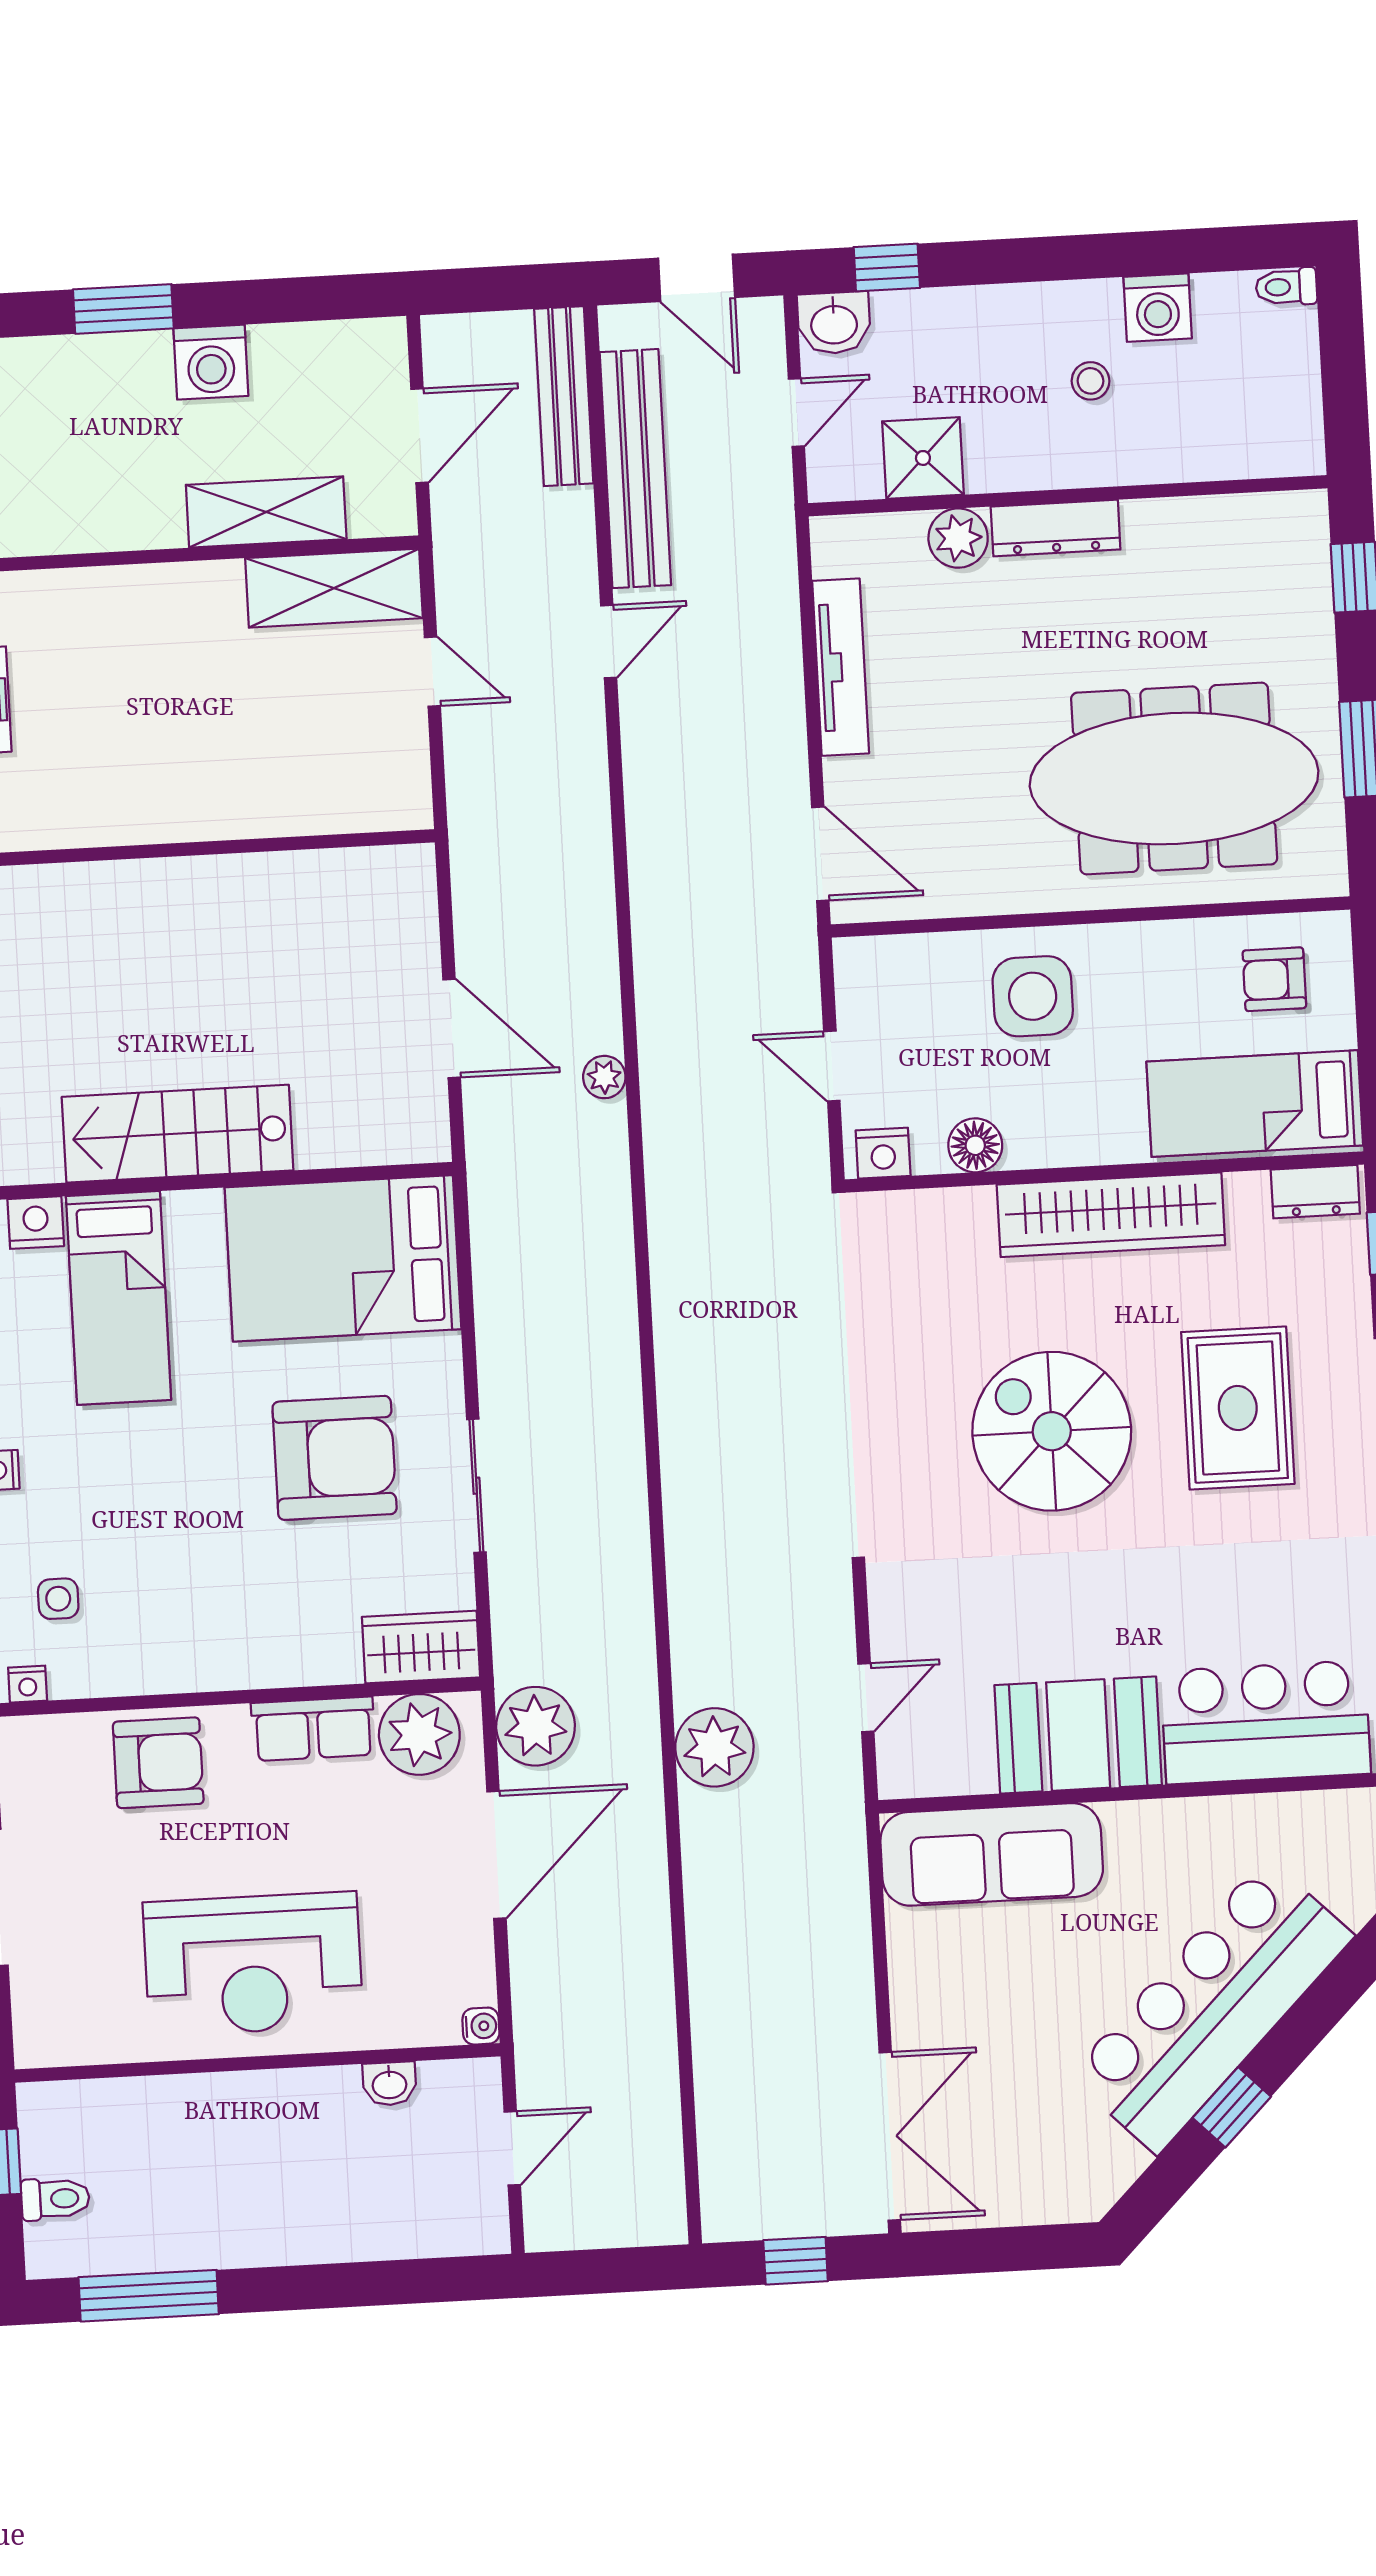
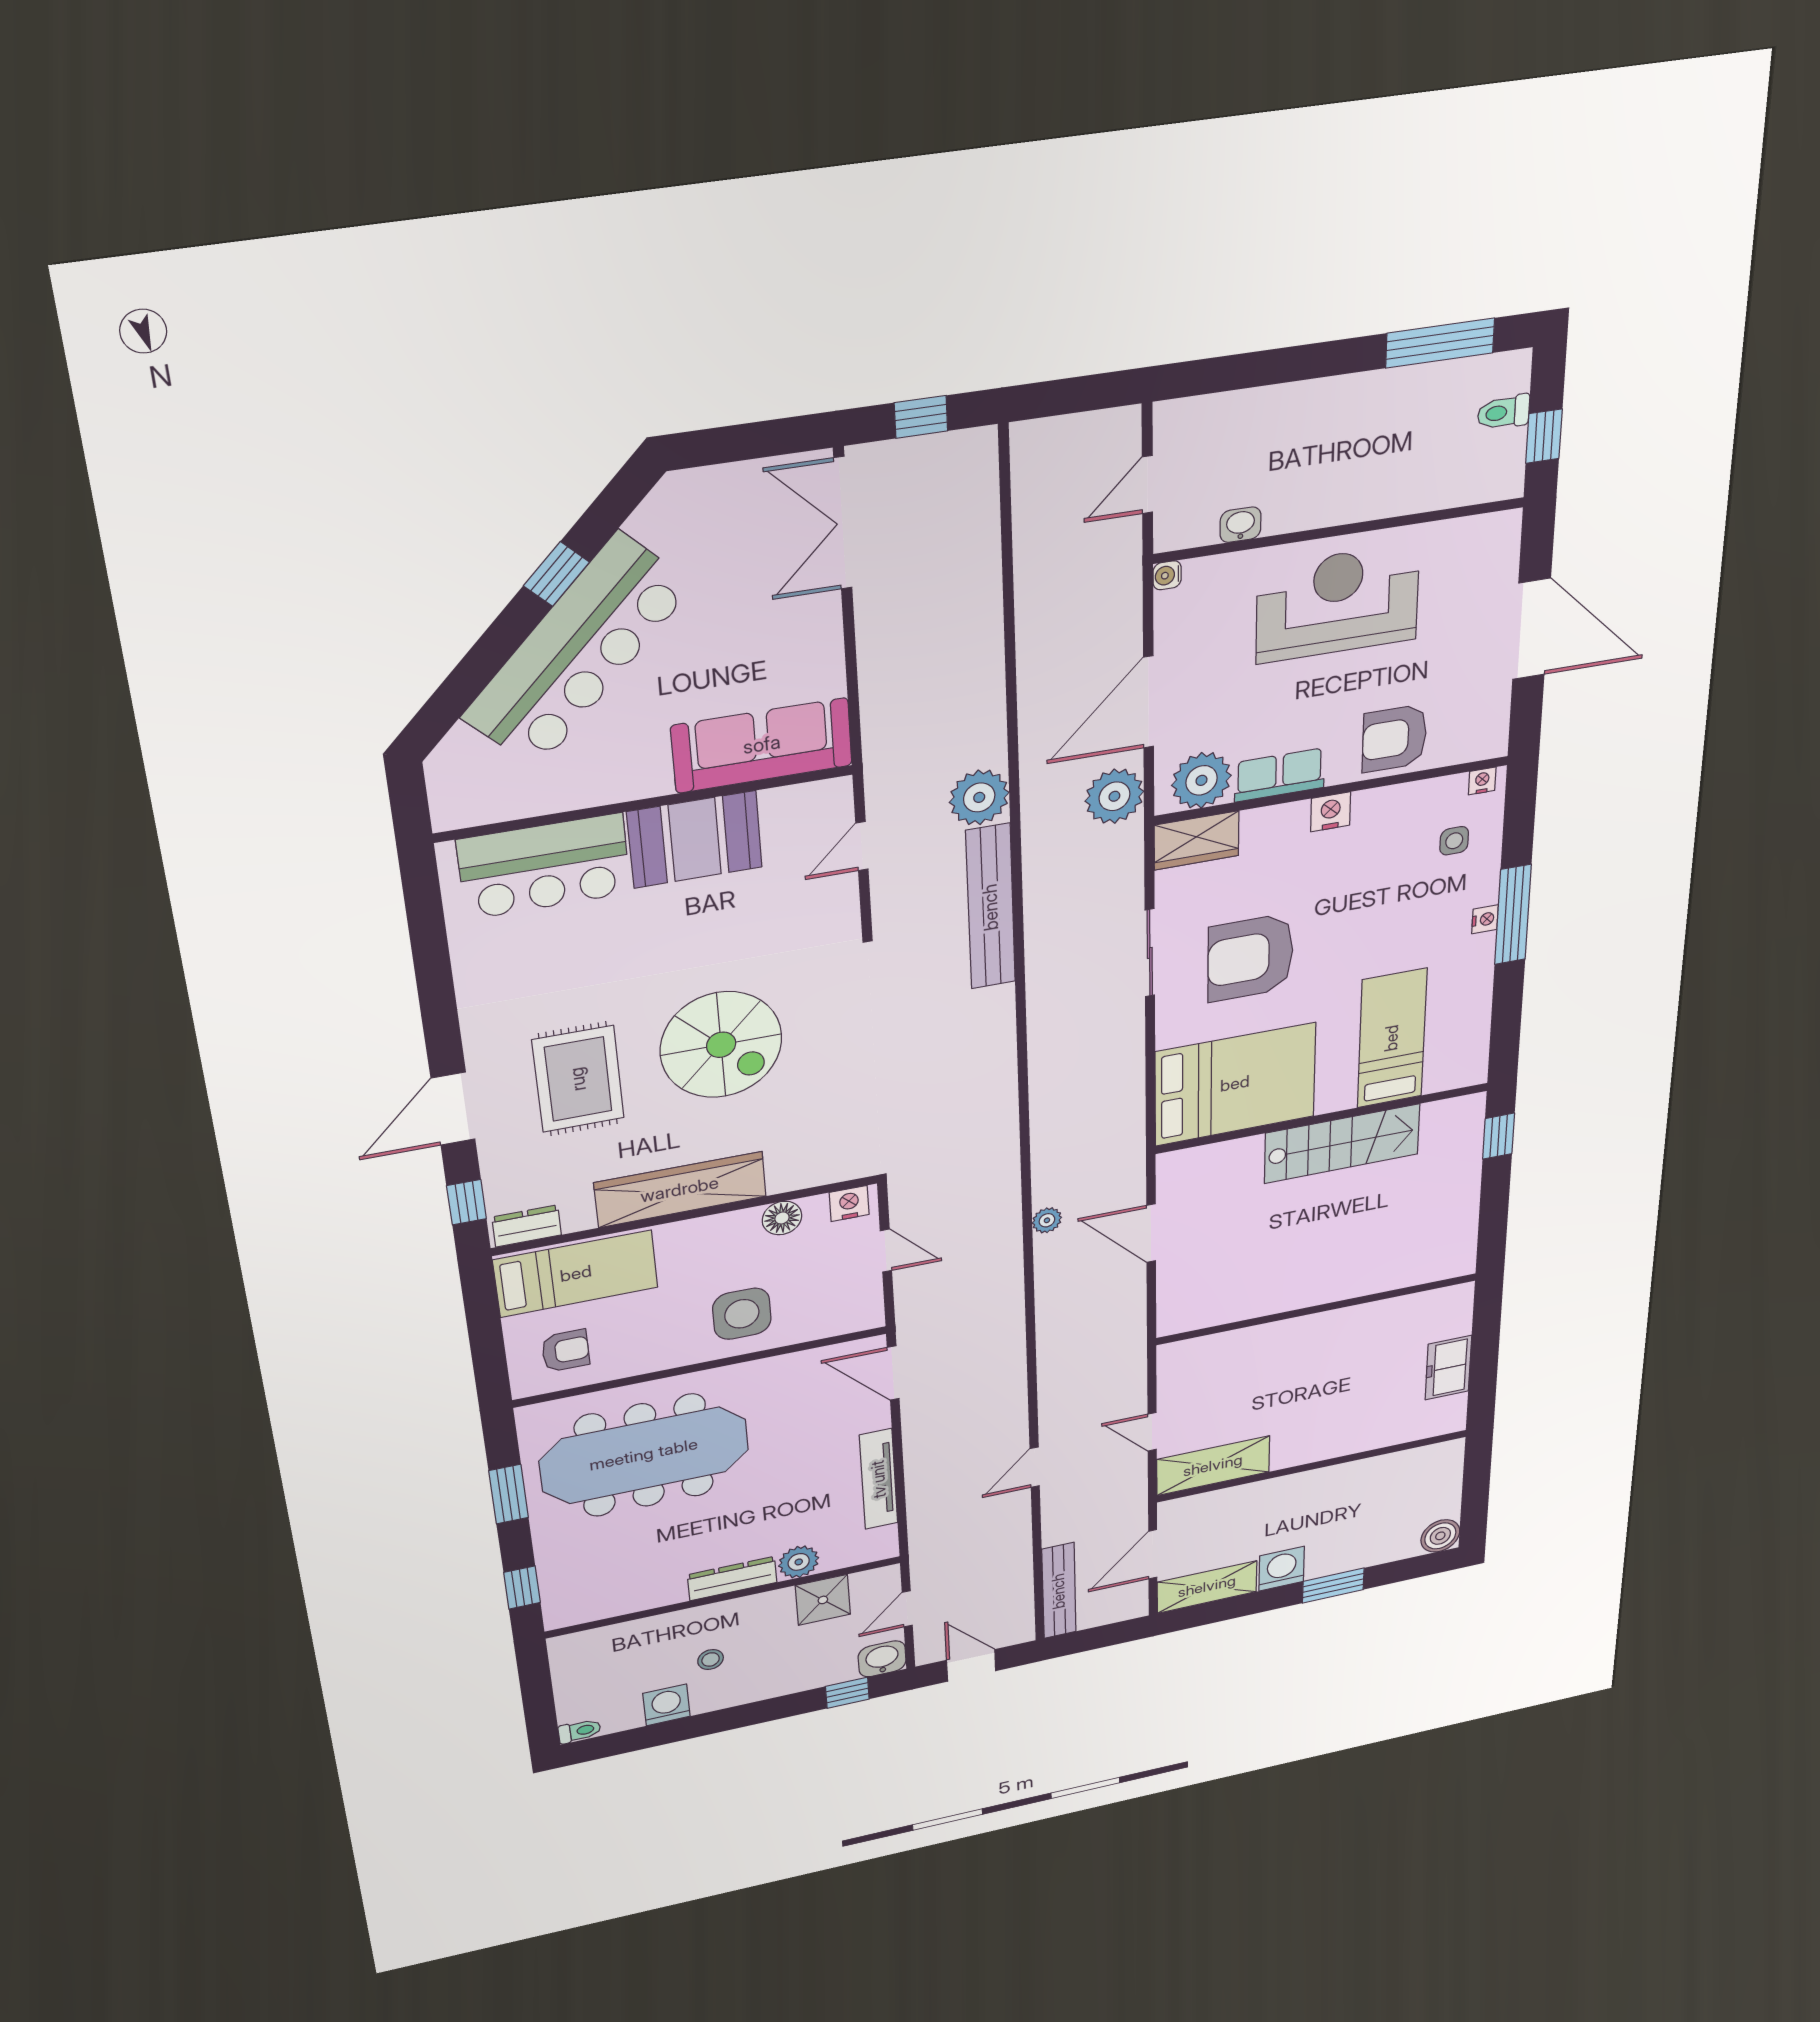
bench: (635, 469) -> (991, 907), moved
shelving: (266, 512) -> (1207, 1587), moved
nightstand: (36, 1223) -> (1331, 812), moved, turned 180

